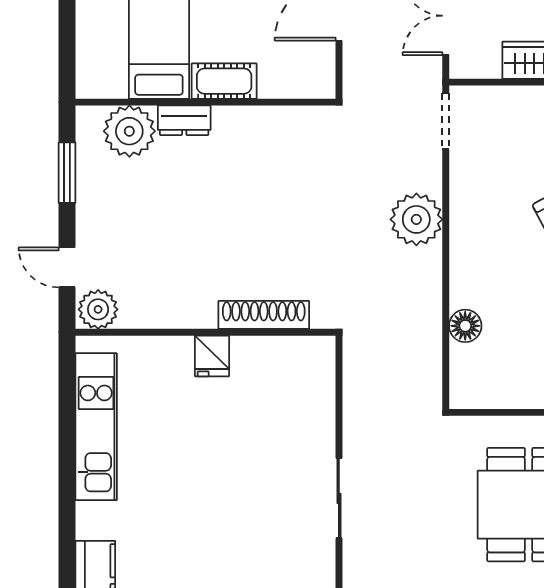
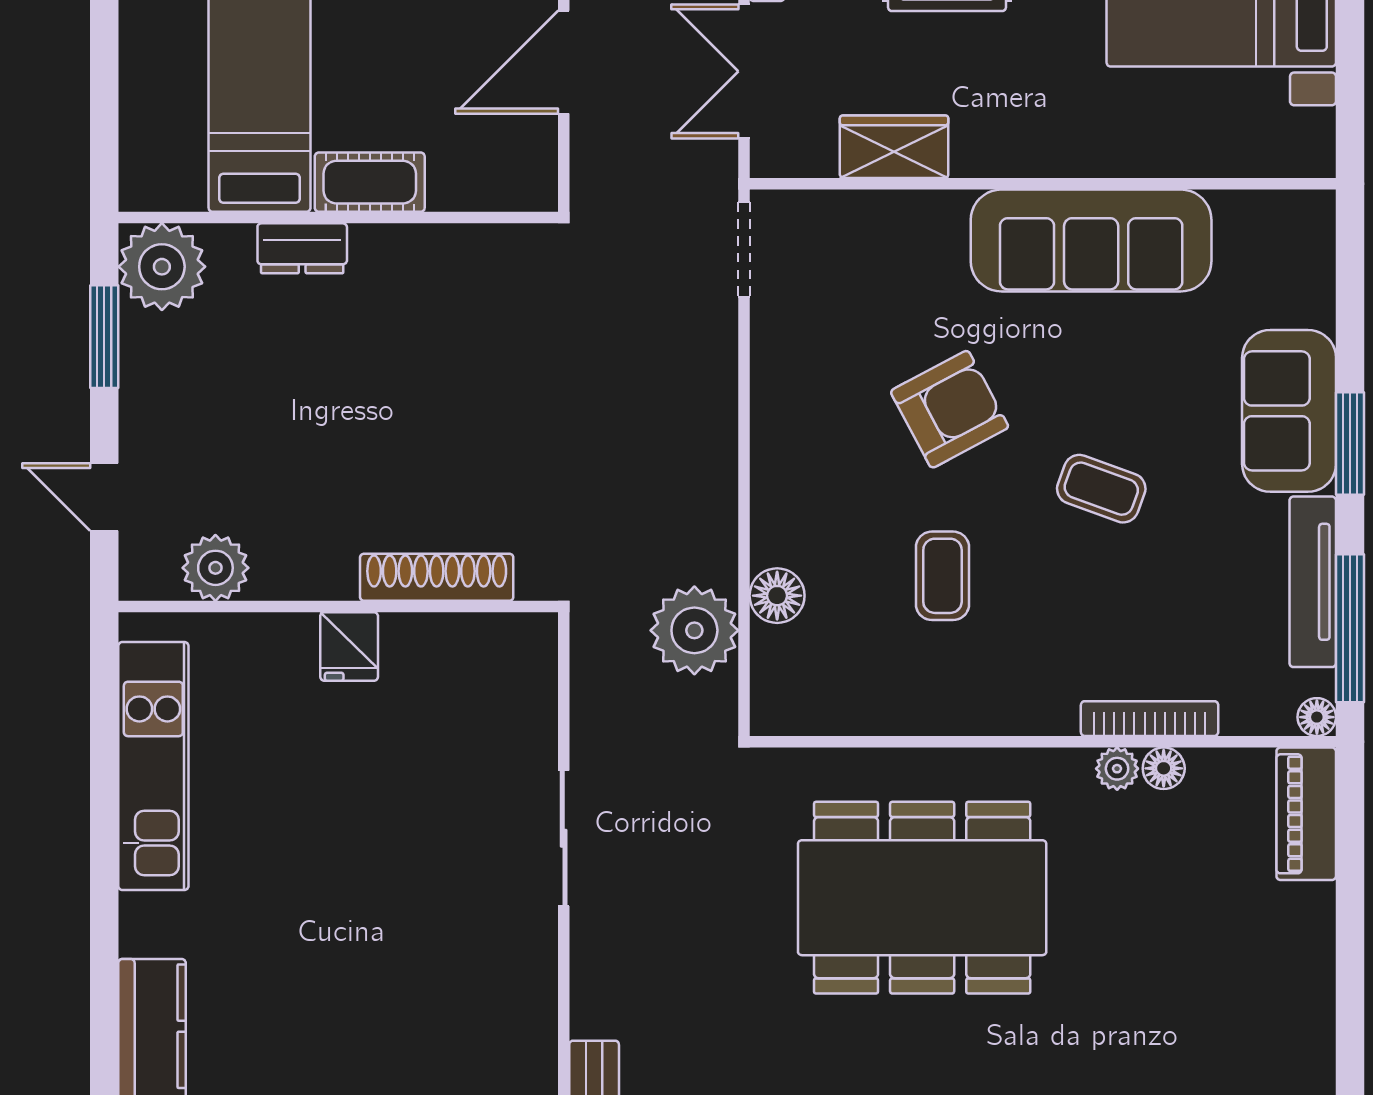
plant: (129, 131) -> (162, 267), moved
plant: (416, 219) -> (694, 630), moved
plant: (98, 309) -> (215, 568), moved
sliding door: (339, 498) -> (564, 838), moved

